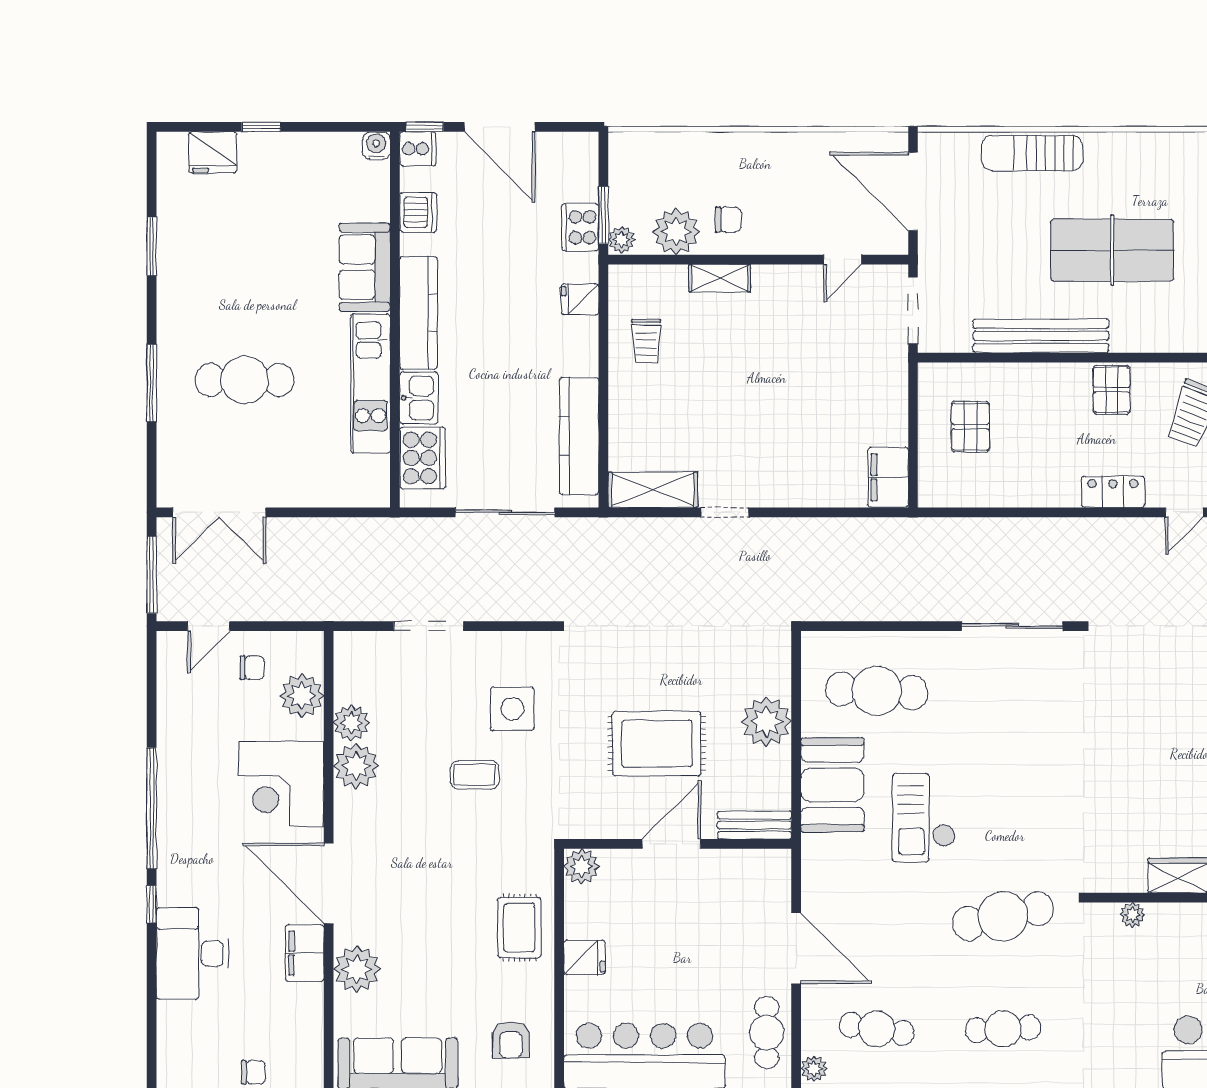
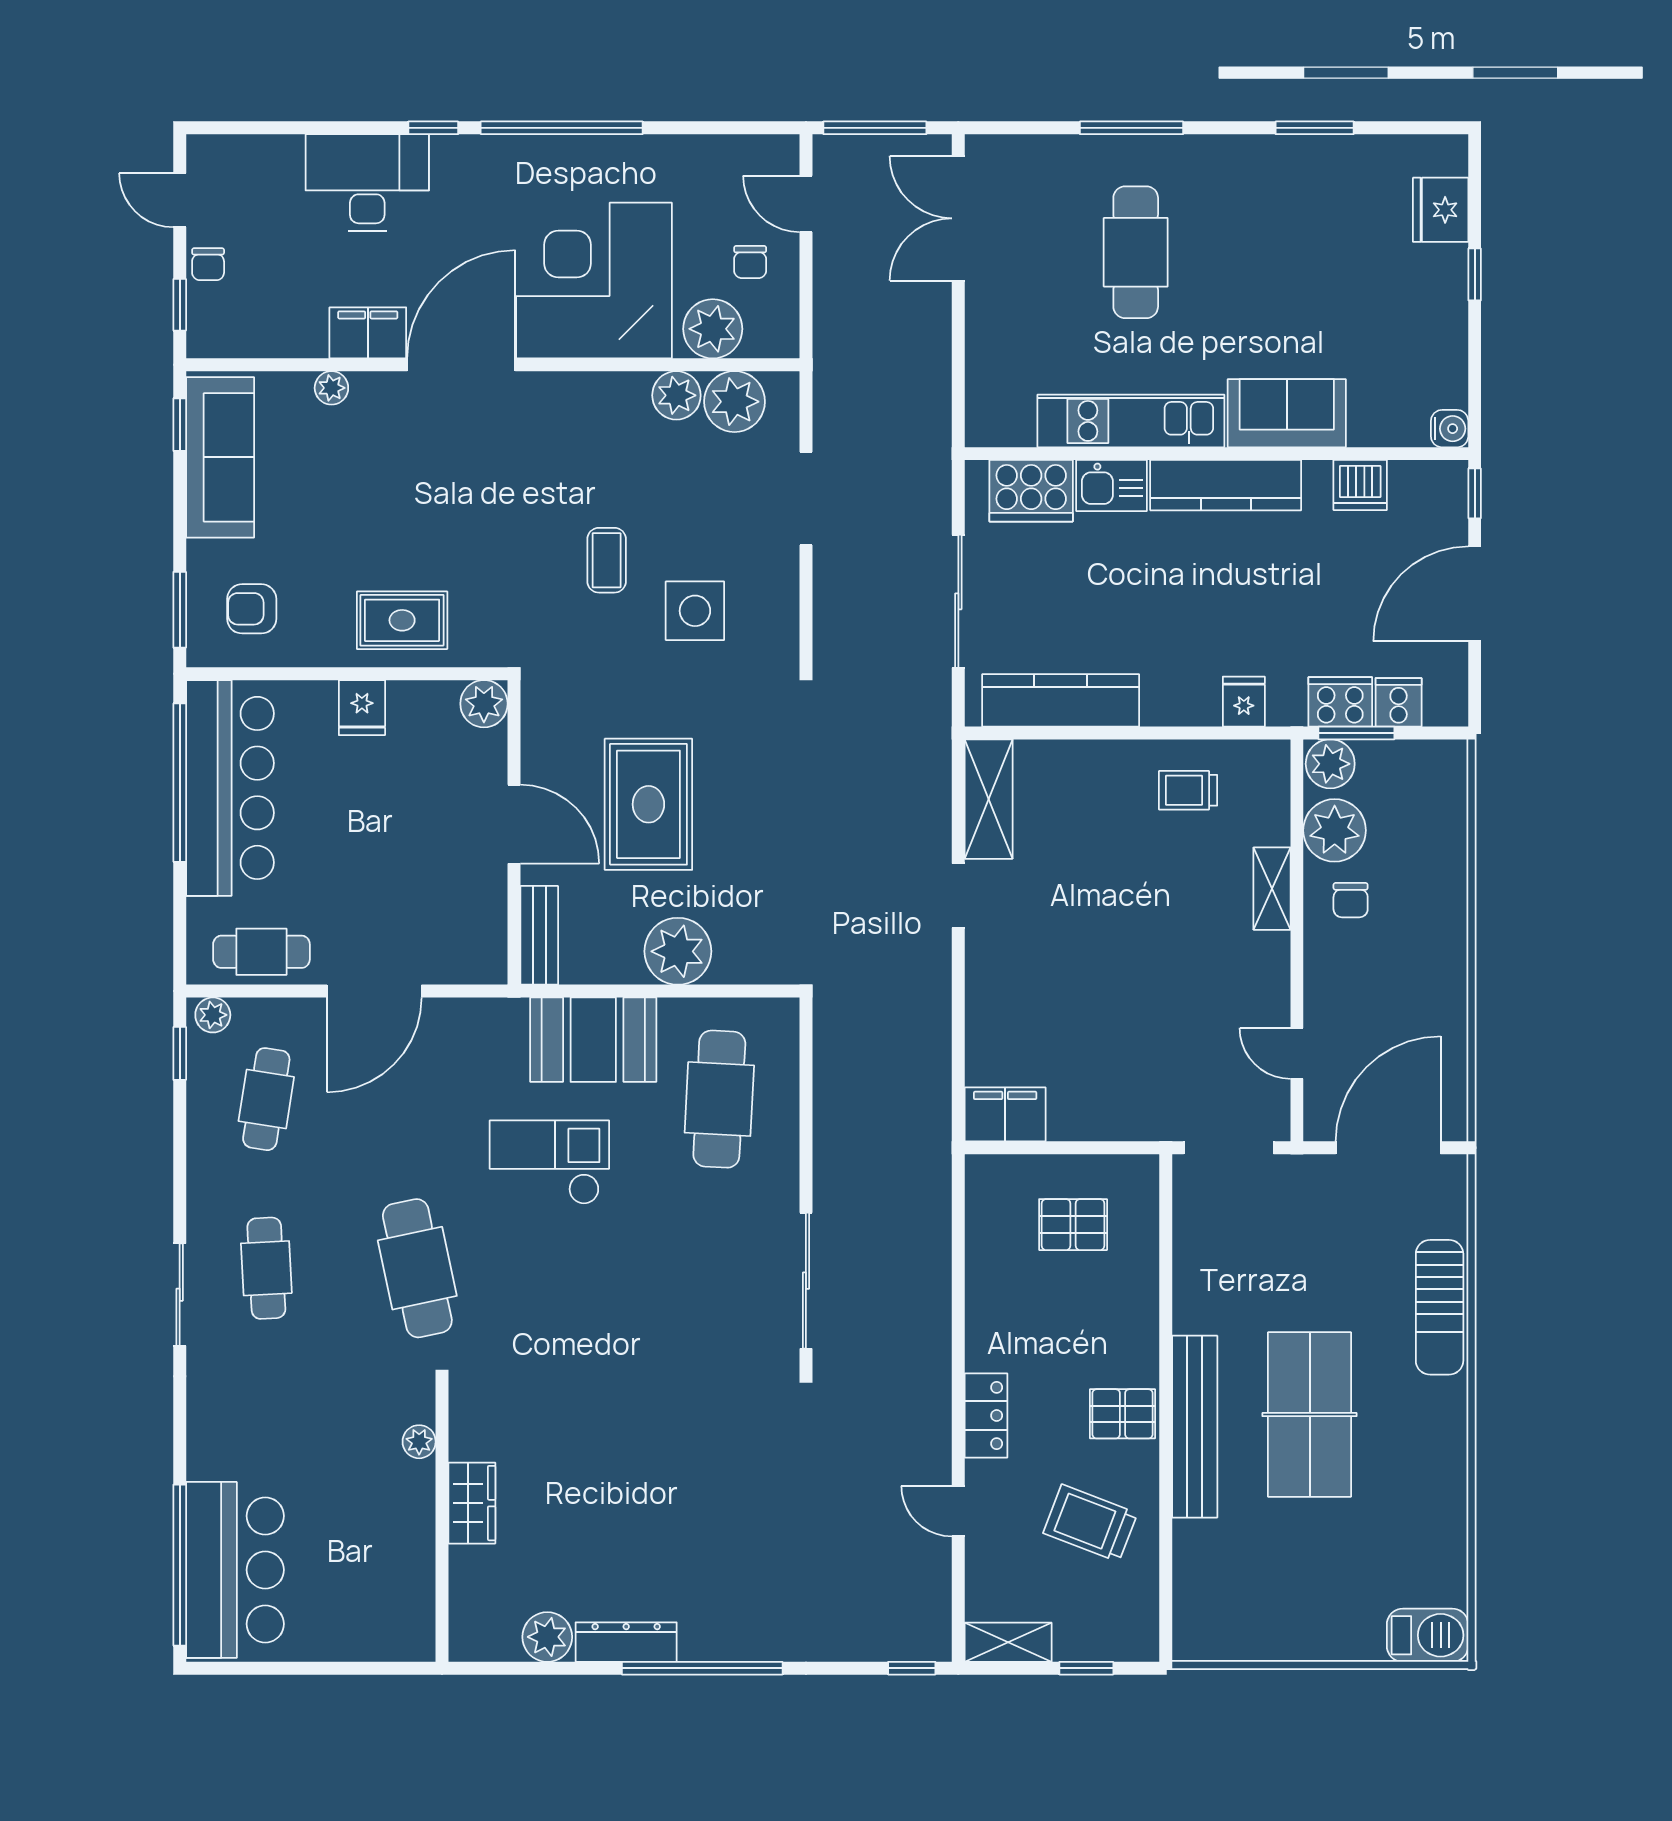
cooker: (418, 149) -> (1399, 702), moved, turned 180
sun lounger: (1032, 153) -> (1440, 1307), turned 180
plant: (621, 240) -> (1330, 764), width x1.38, depth x1.38
bench: (1041, 336) -> (1195, 1427), moved
plant: (356, 766) -> (734, 402), moved
corner desk: (281, 784) -> (594, 281), width x1.36, depth x1.36
plant: (357, 969) -> (331, 388), width x0.53, depth x0.53

